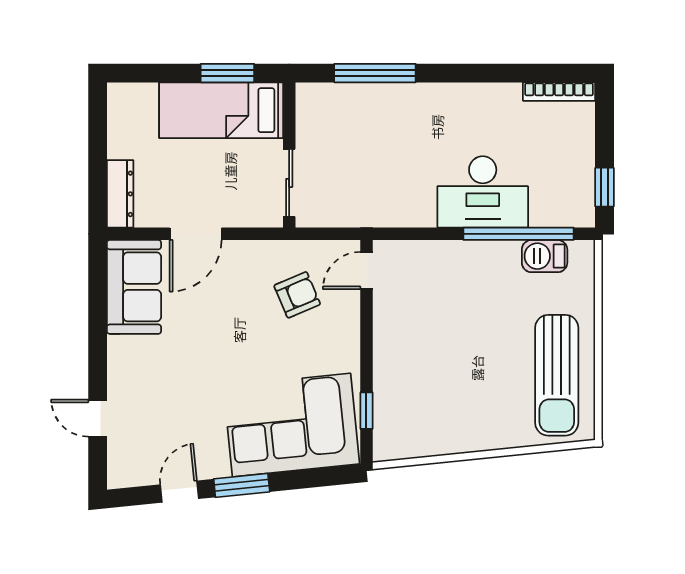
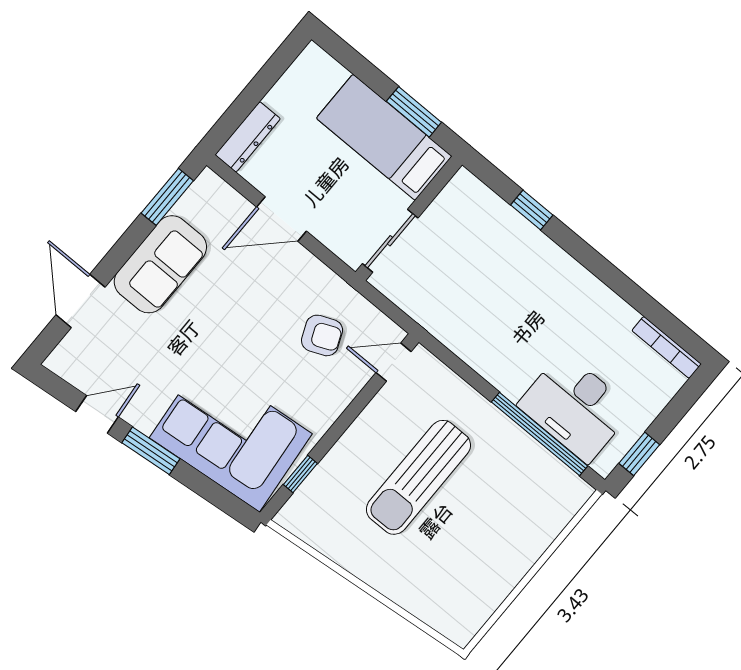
window: (375, 73) -> (532, 210), width x0.46
desk: (483, 192) -> (575, 407), moved
barbecue: (545, 256) -> (545, 469), removed
sofa: (134, 287) -> (160, 264), moved
window: (98, 288) -> (167, 197), added
sun lounger: (557, 375) -> (418, 477), moved
door: (98, 418) -> (81, 301), width x1.38

